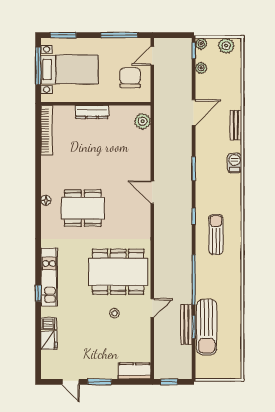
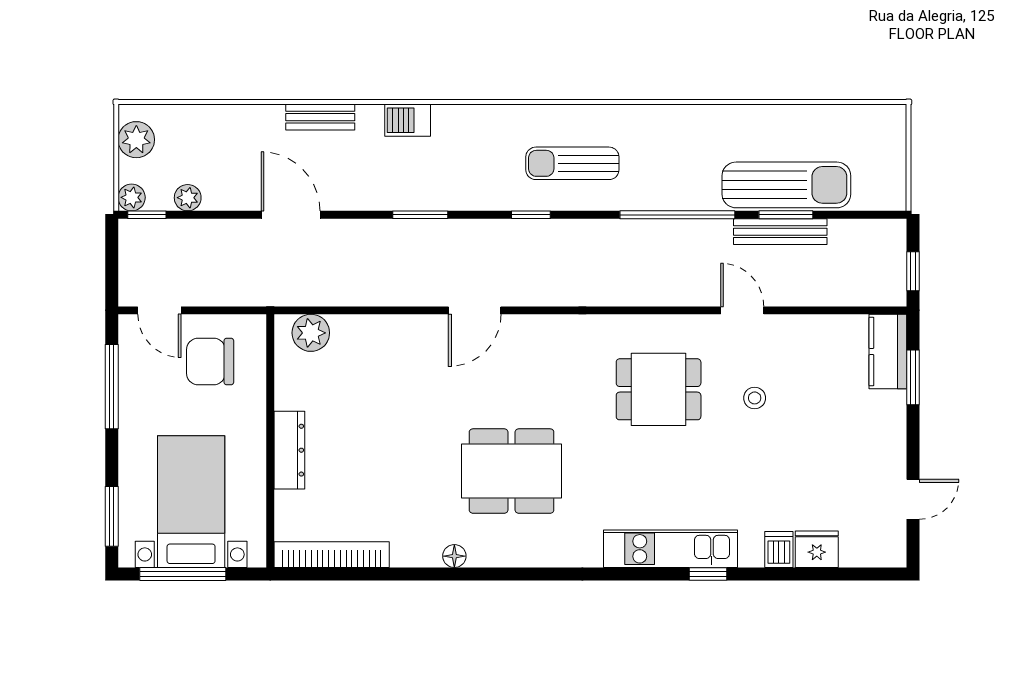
floor lamp: (46, 200) -> (454, 556), moved
dining table: (83, 208) -> (512, 471), turned 90
dining table: (118, 272) -> (659, 389), width x0.53, depth x0.80
window: (100, 382) -> (913, 377), moved

